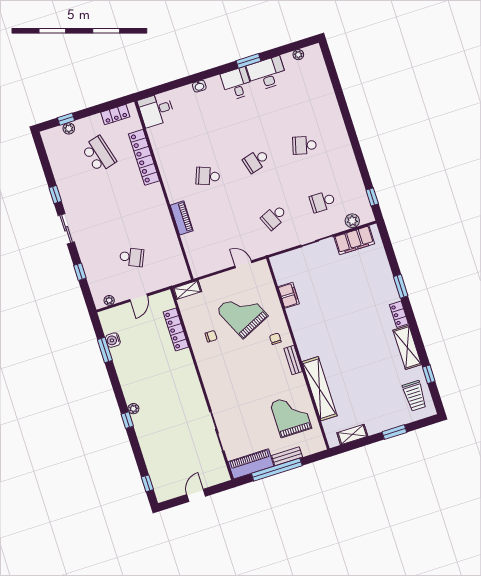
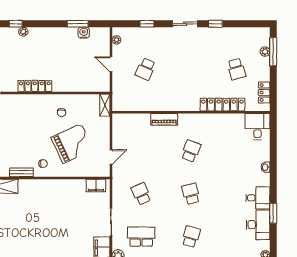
window: (66, 119) -> (273, 52), width x2.17
school desk: (99, 154) -> (236, 69), width x0.54
school desk: (322, 202) -> (141, 237), width x1.85
filing cabinet: (289, 295) -> (96, 185), moved
locker: (176, 330) -> (35, 86), moved

